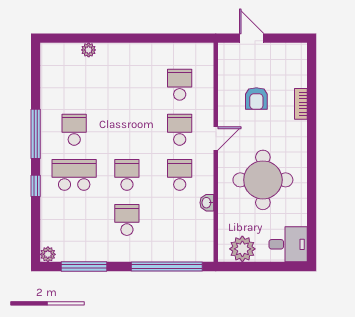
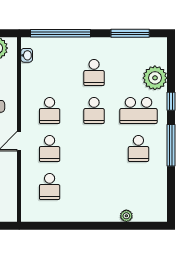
washbasin: (207, 203) -> (27, 55), moved
plant: (48, 254) -> (155, 78), moved, width x1.88, depth x1.88

